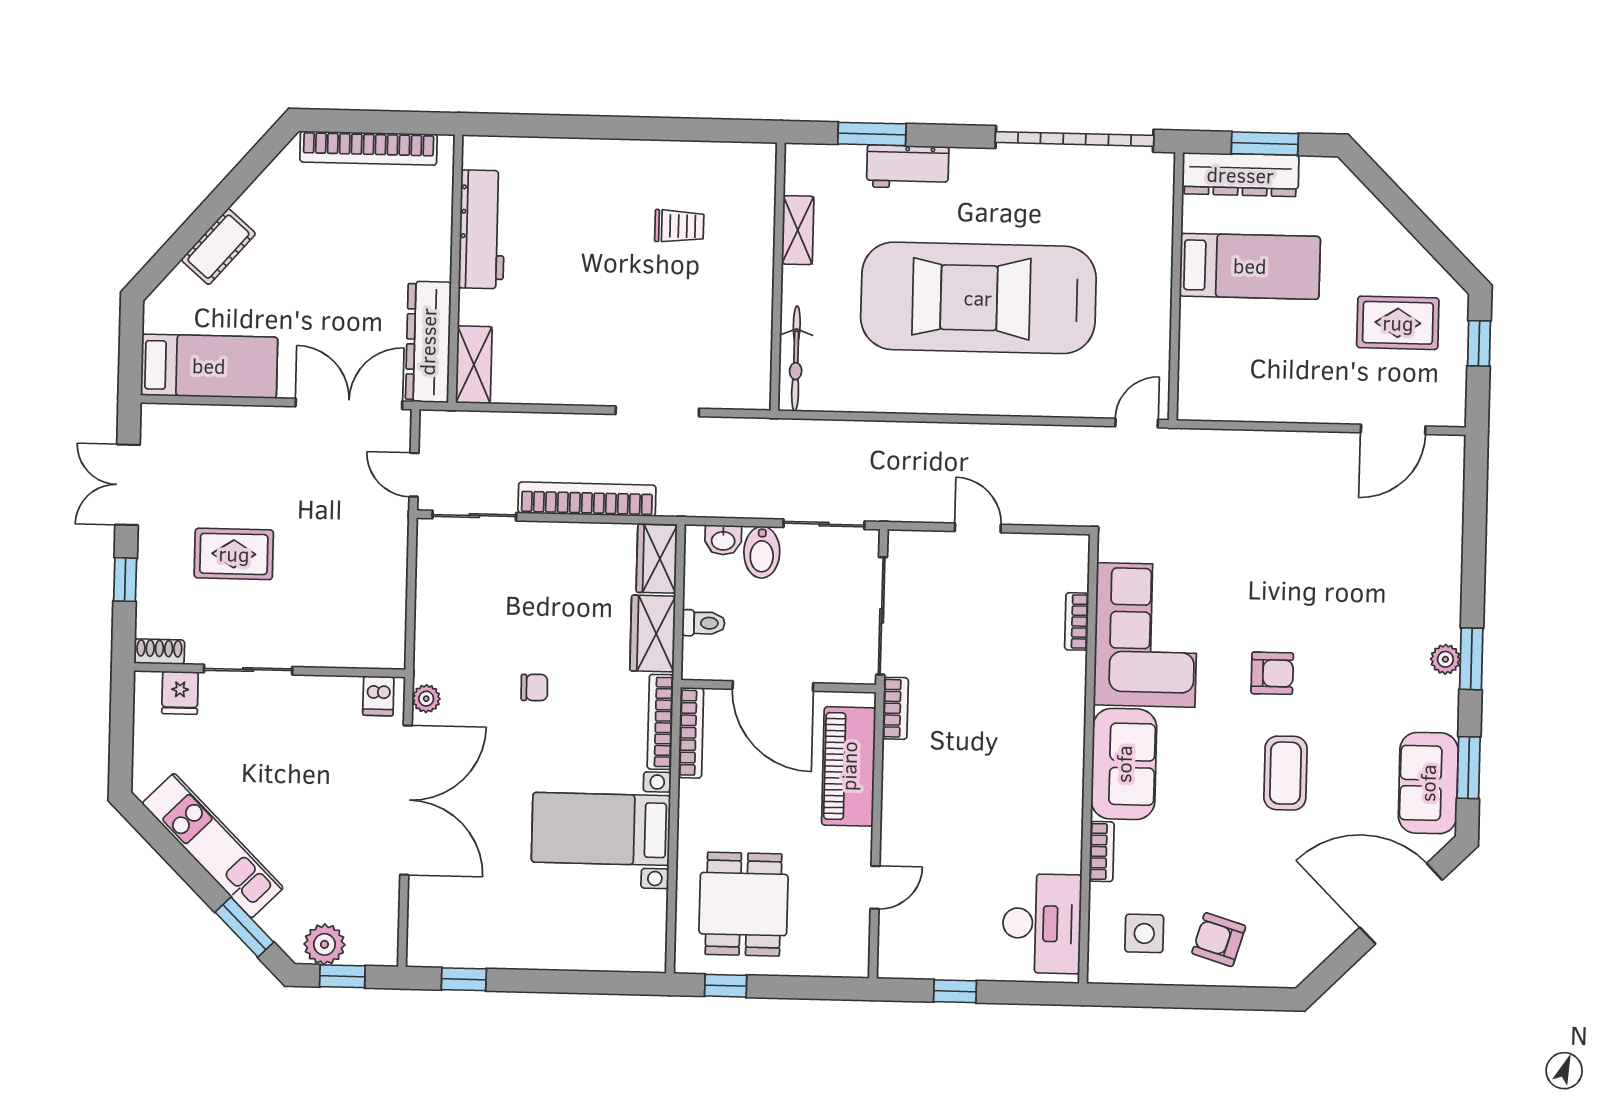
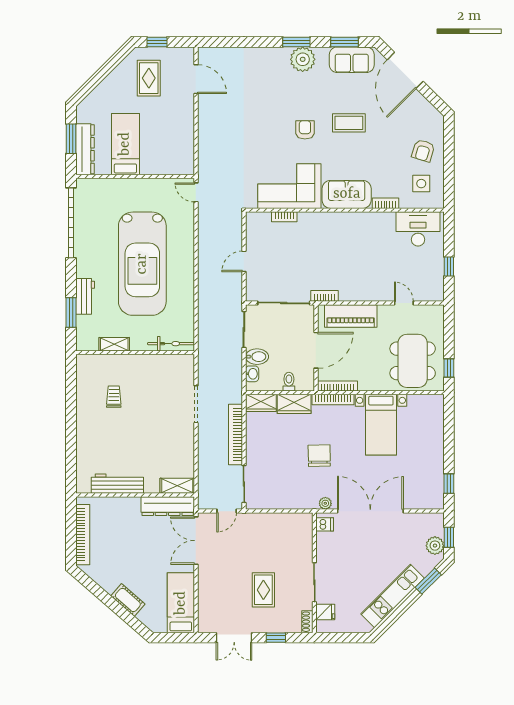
plant: (1445, 659) -> (303, 59), width x1.87, depth x1.87
chair: (534, 687) -> (319, 456), width x1.87, depth x1.87
dining table: (743, 904) -> (413, 361), width x1.38

